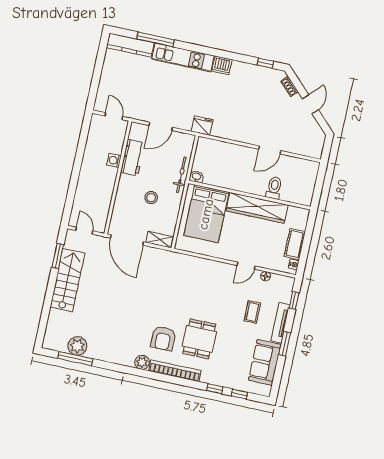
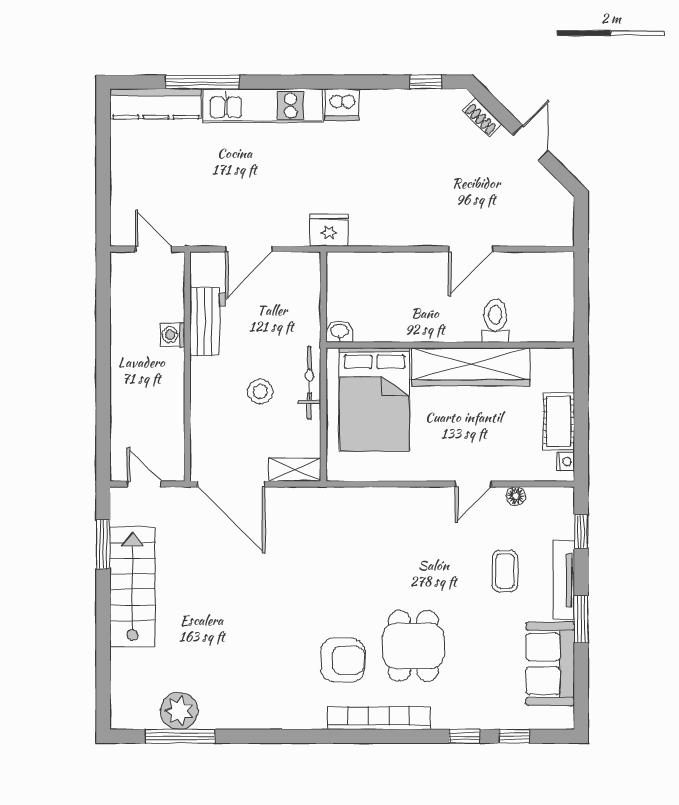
bicycle: (181, 175) -> (309, 383), moved
armchair: (163, 338) -> (343, 660), turned -90
plant: (142, 362) -> (312, 715), removed

